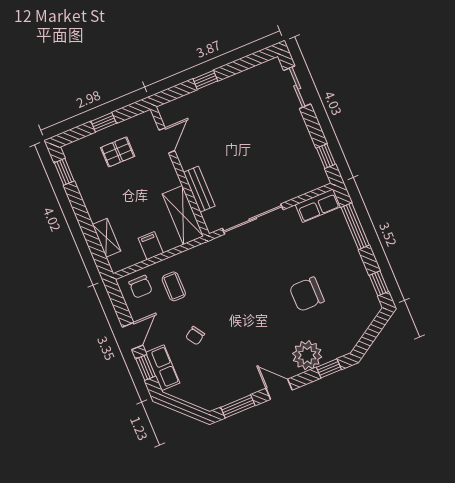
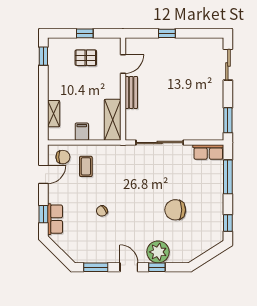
window: (326, 156) -> (228, 120), width x1.50
bench: (199, 189) -> (131, 92), moved
chair: (141, 287) -> (63, 157), turned -90
door: (133, 336) -> (43, 174), moved
chair: (195, 336) -> (102, 211), moved
window: (329, 368) -> (157, 267), moved

